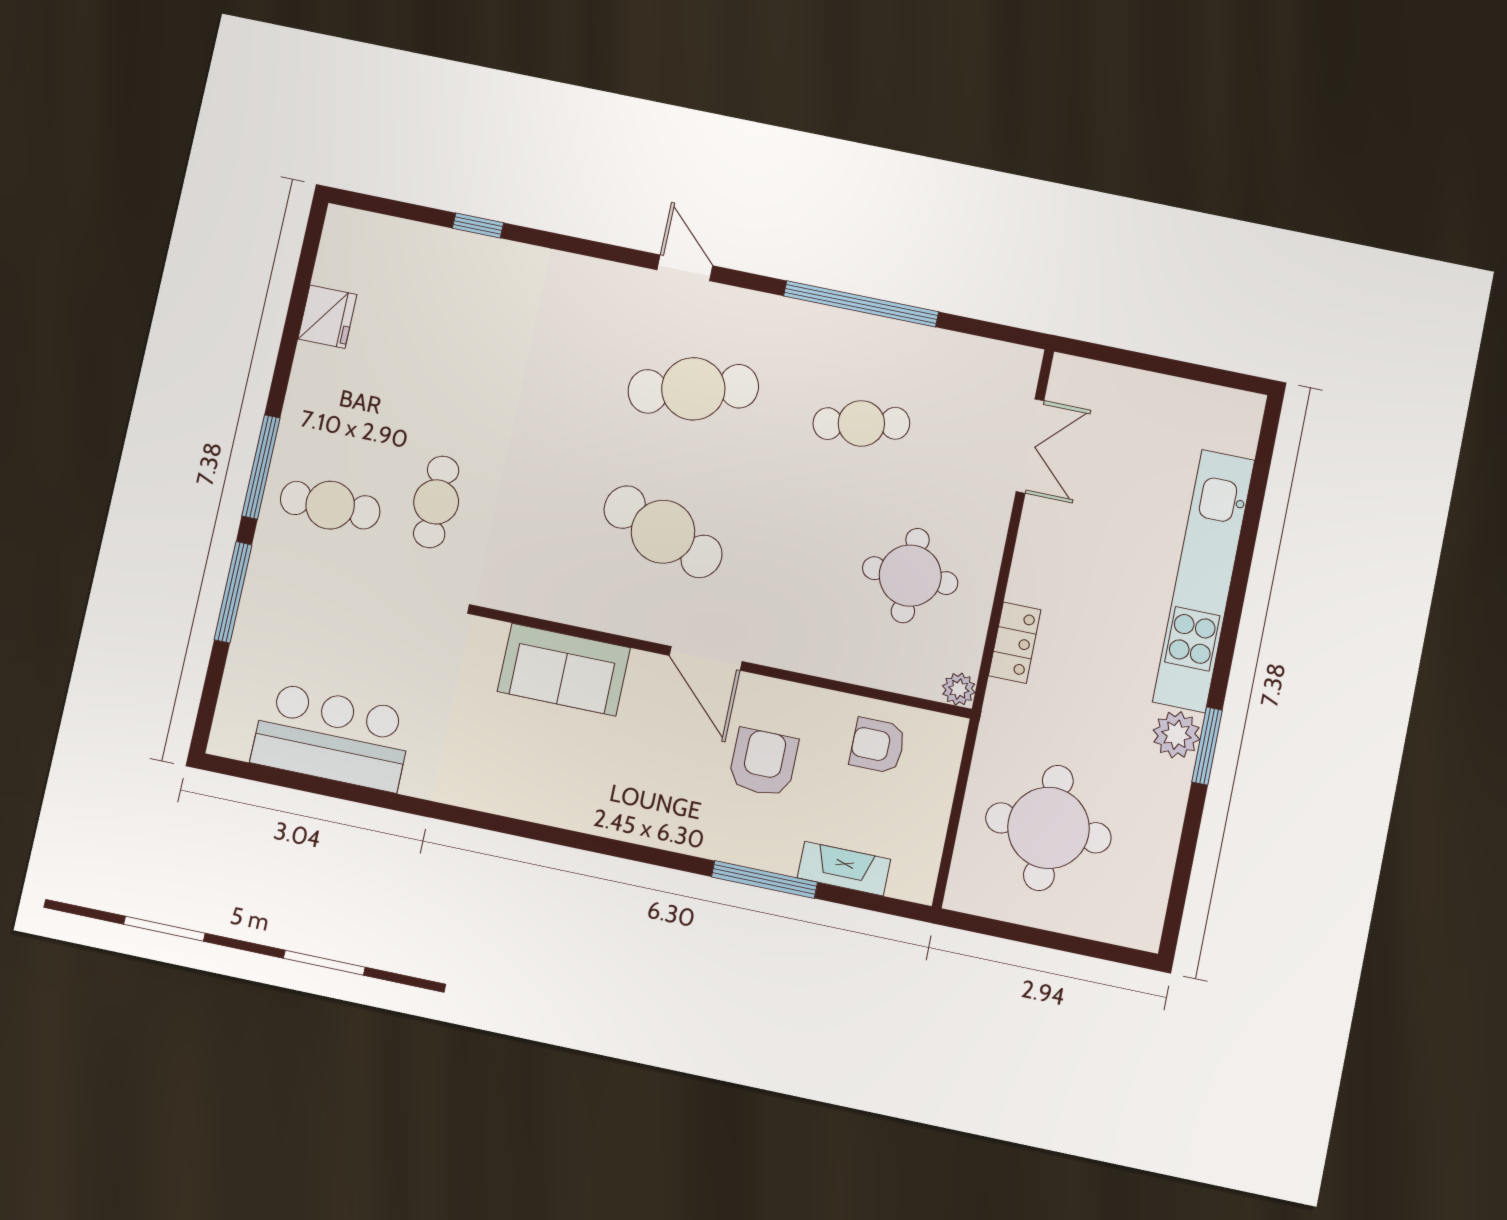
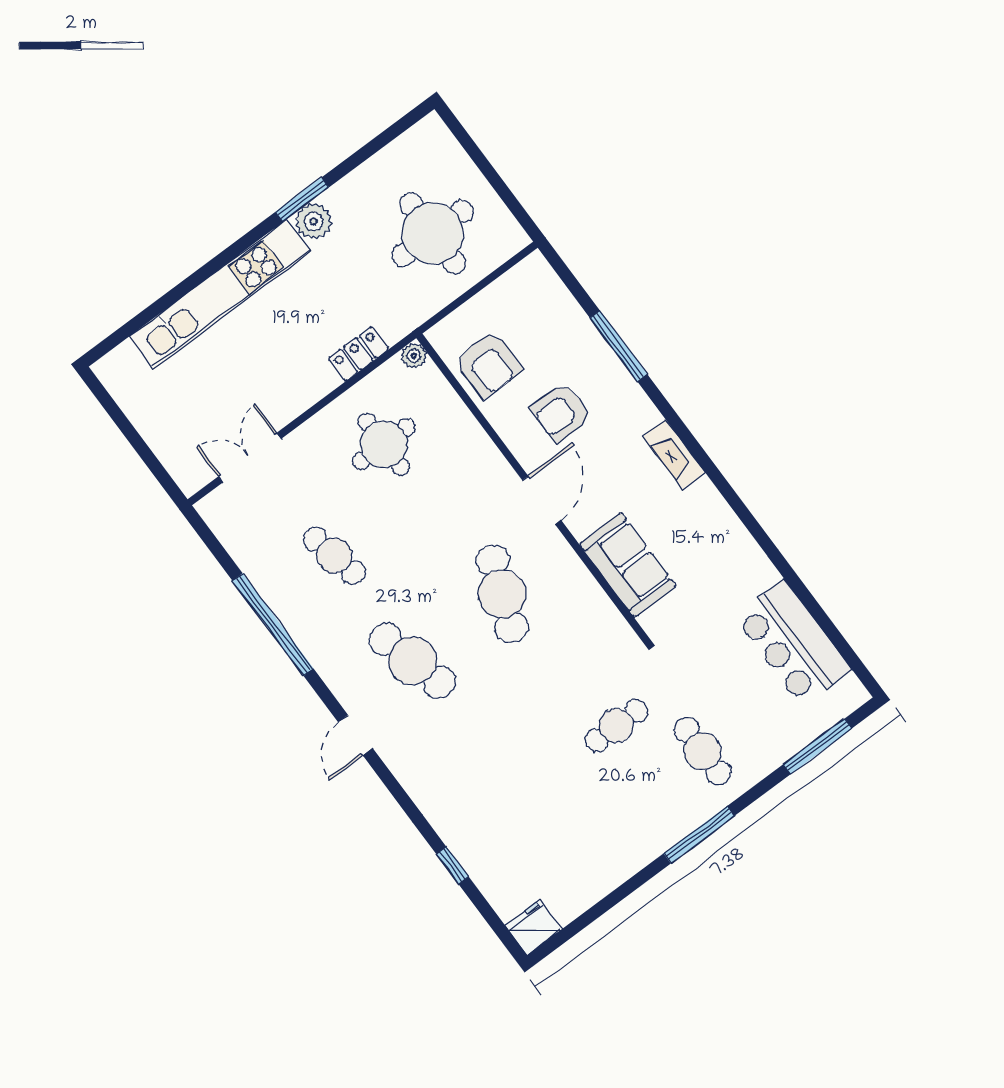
fridge: (327, 317) -> (533, 928), moved
cafe table: (330, 505) -> (703, 751), moved
window: (233, 592) -> (818, 746), moved
armchair: (878, 745) -> (488, 365), width x1.38, depth x1.38
fireplace: (844, 869) -> (674, 454), moved

